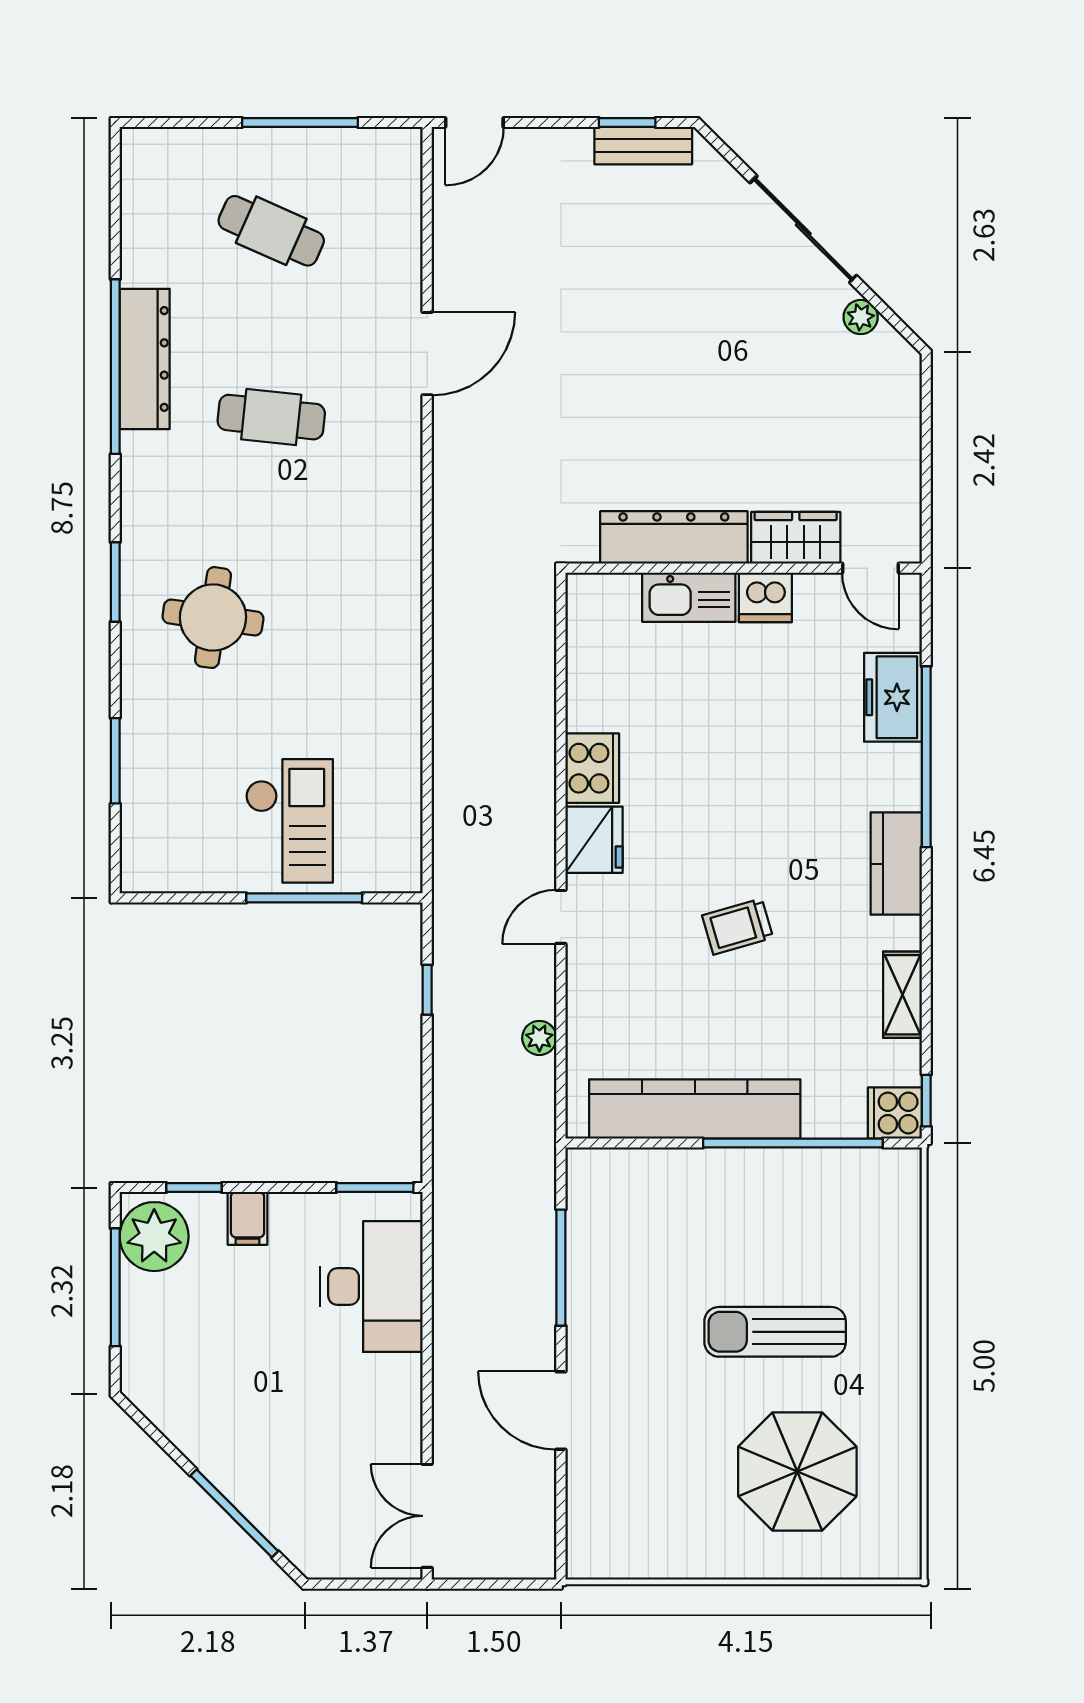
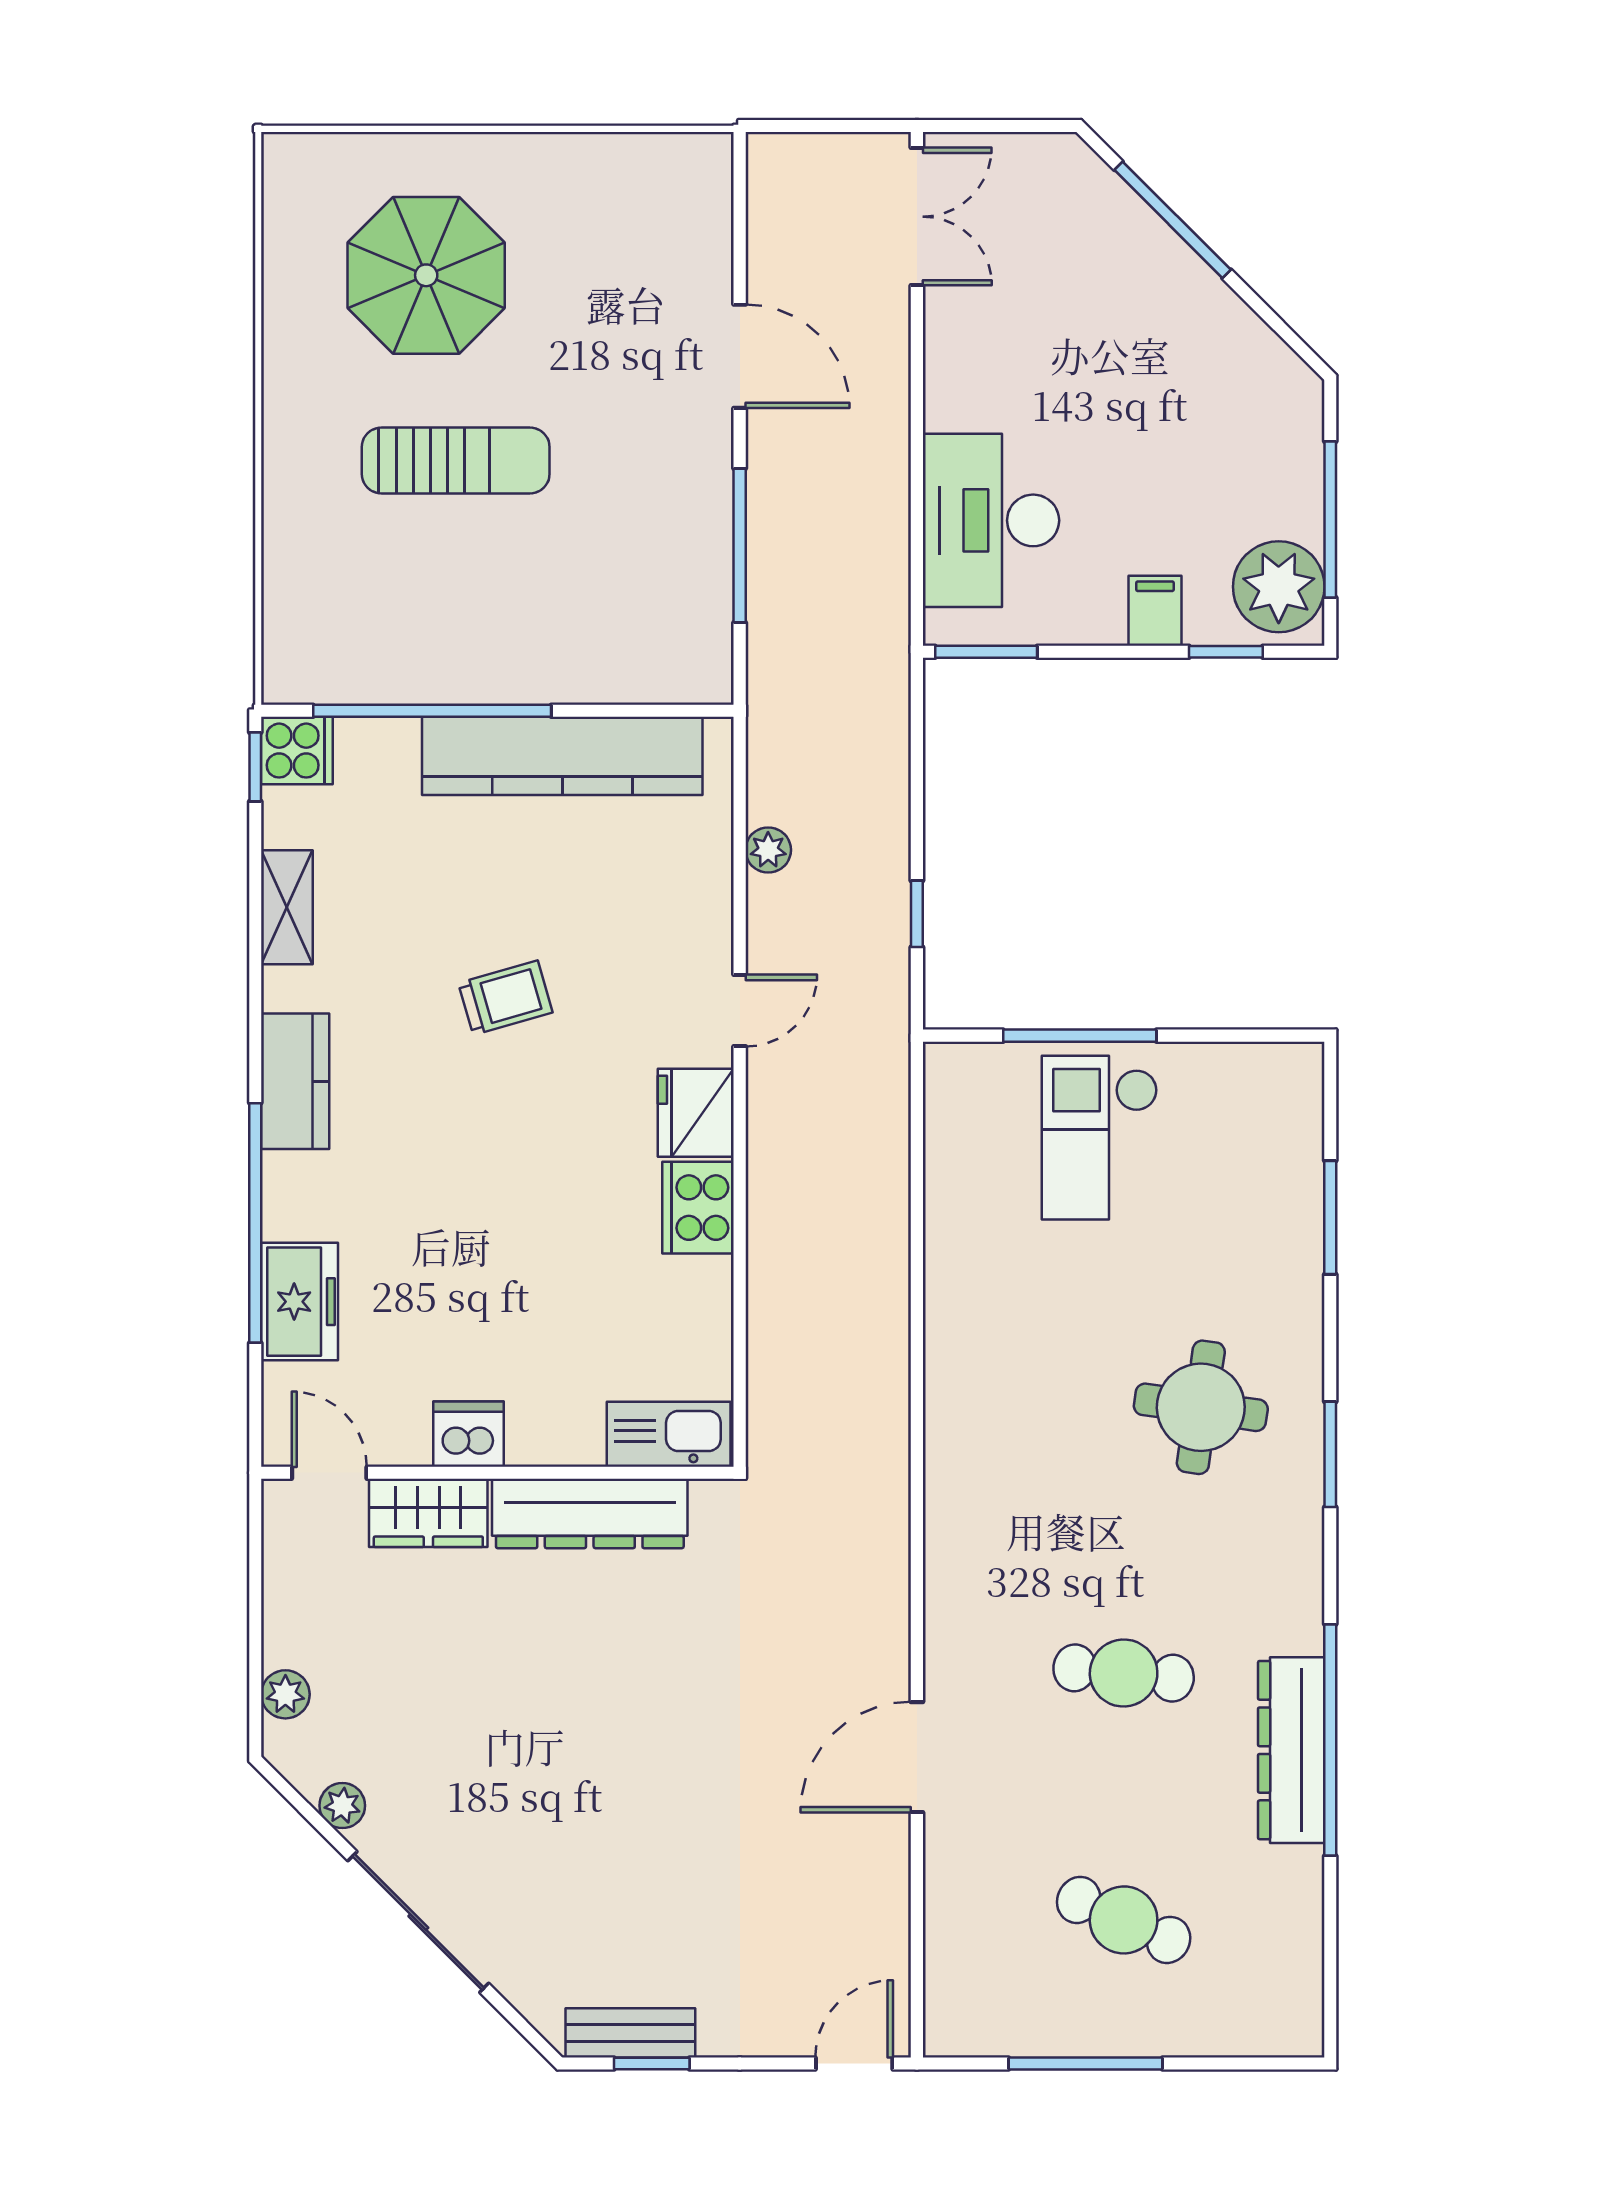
plant: (904, 401) -> (285, 1694), added
kitchen sink: (689, 597) -> (669, 1434), moved

